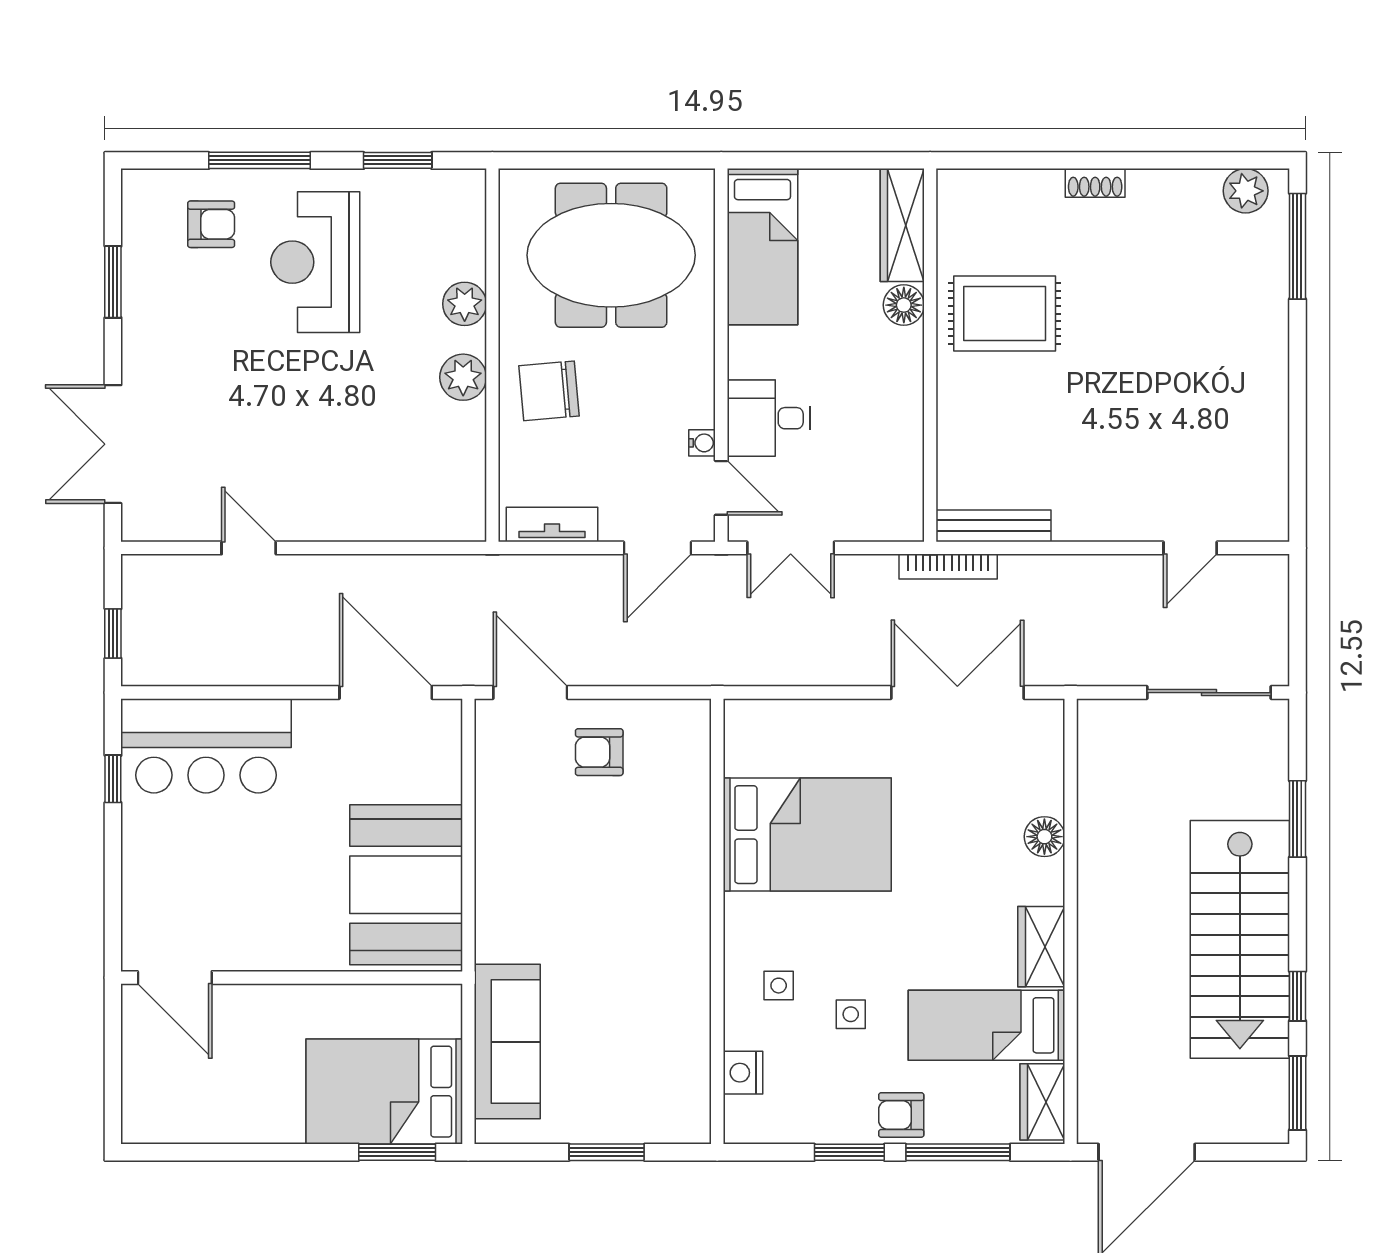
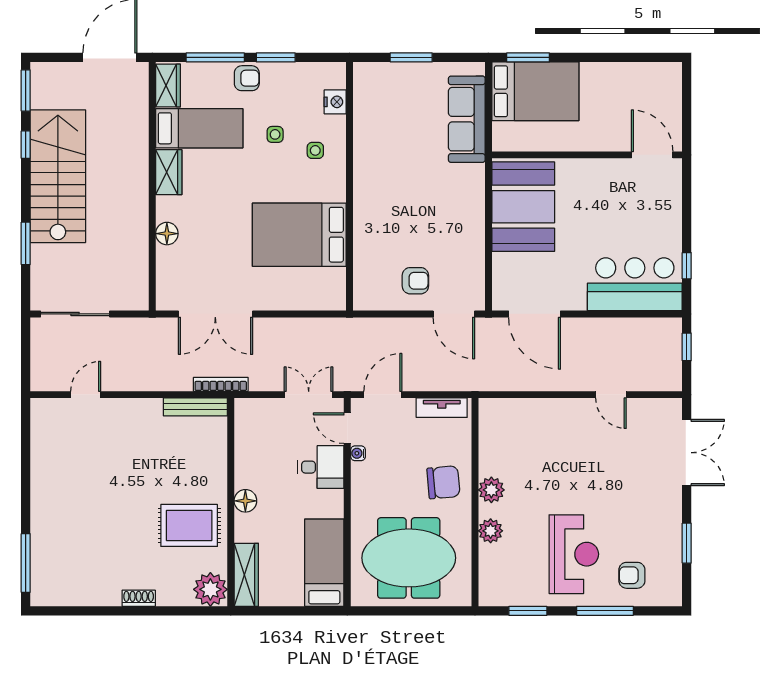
plant: (1246, 191) -> (210, 589), moved, width x1.36, depth x1.36
floor lamp: (904, 305) -> (245, 501), moved

